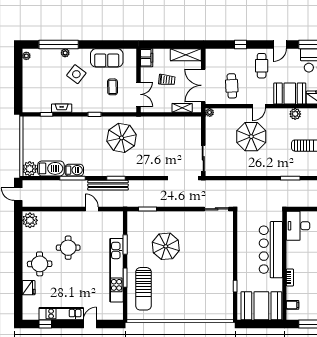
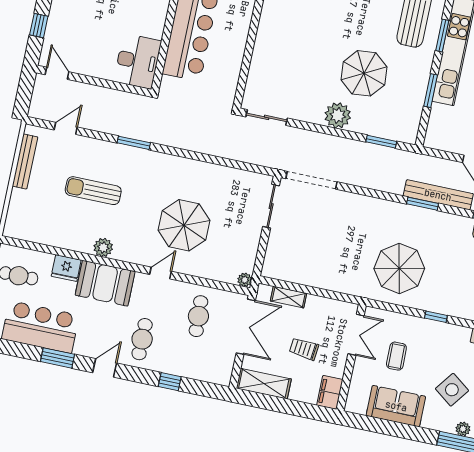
double door: (138, 94) -> (356, 335), swing flipped
plant: (176, 219) -> (338, 115), added

